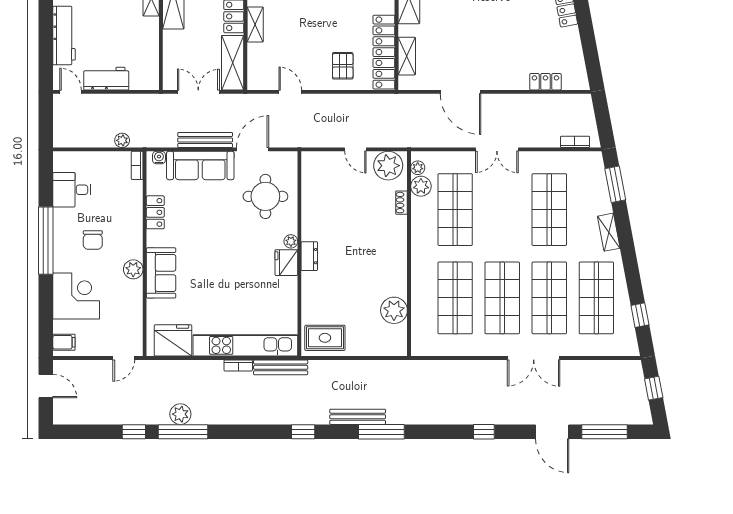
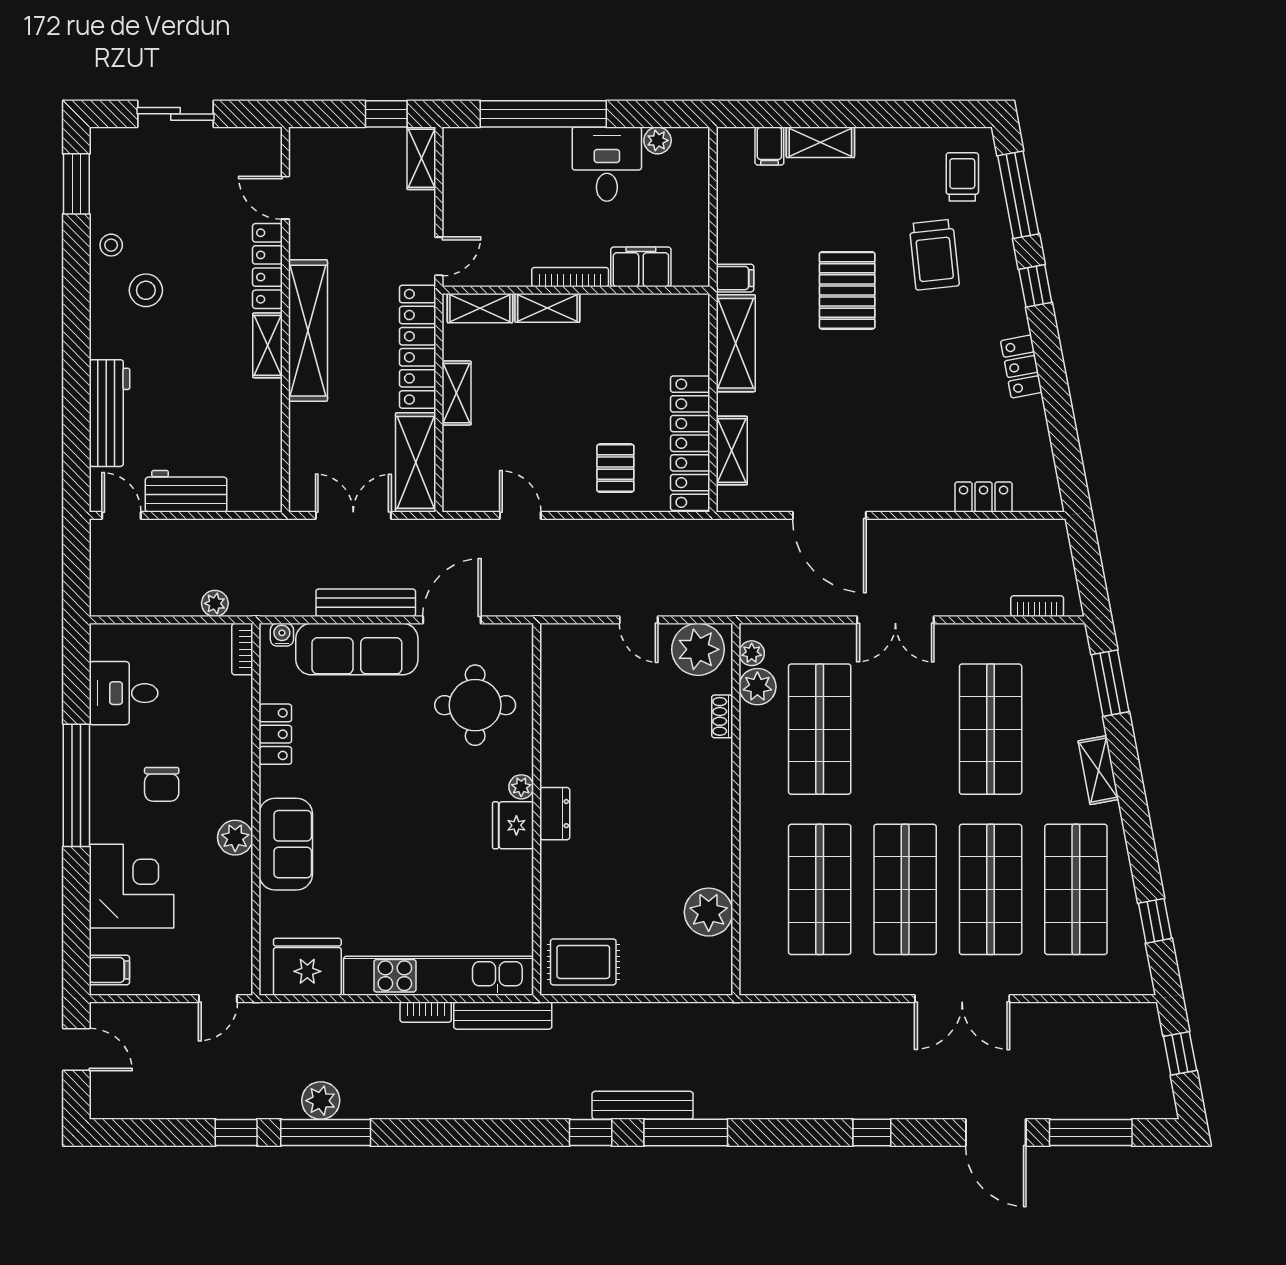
window: (303, 432) -> (591, 1132), moved

